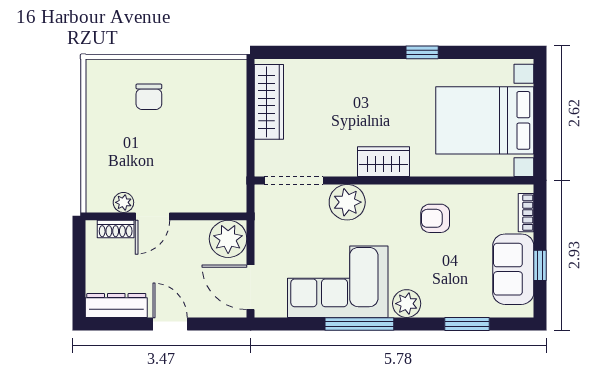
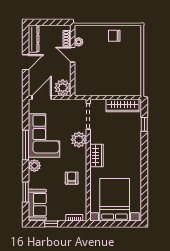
window: (422, 52) -> (144, 124), moved
chair: (149, 97) -> (114, 36), moved
sofa: (513, 269) -> (37, 205), moved, turned 90

